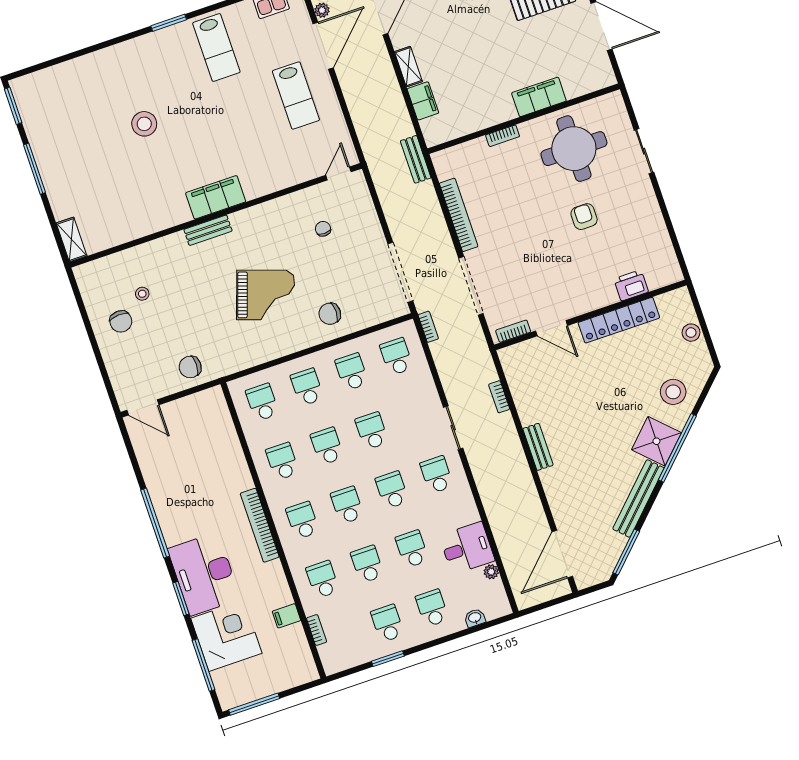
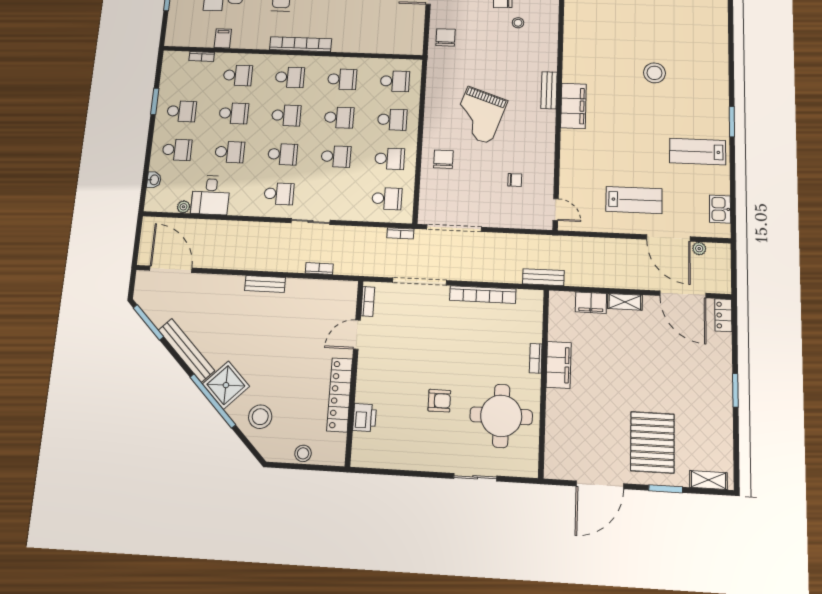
lab bench: (296, 96) -> (634, 200), turned 180
filing cabinet: (539, 97) -> (559, 365), moved

